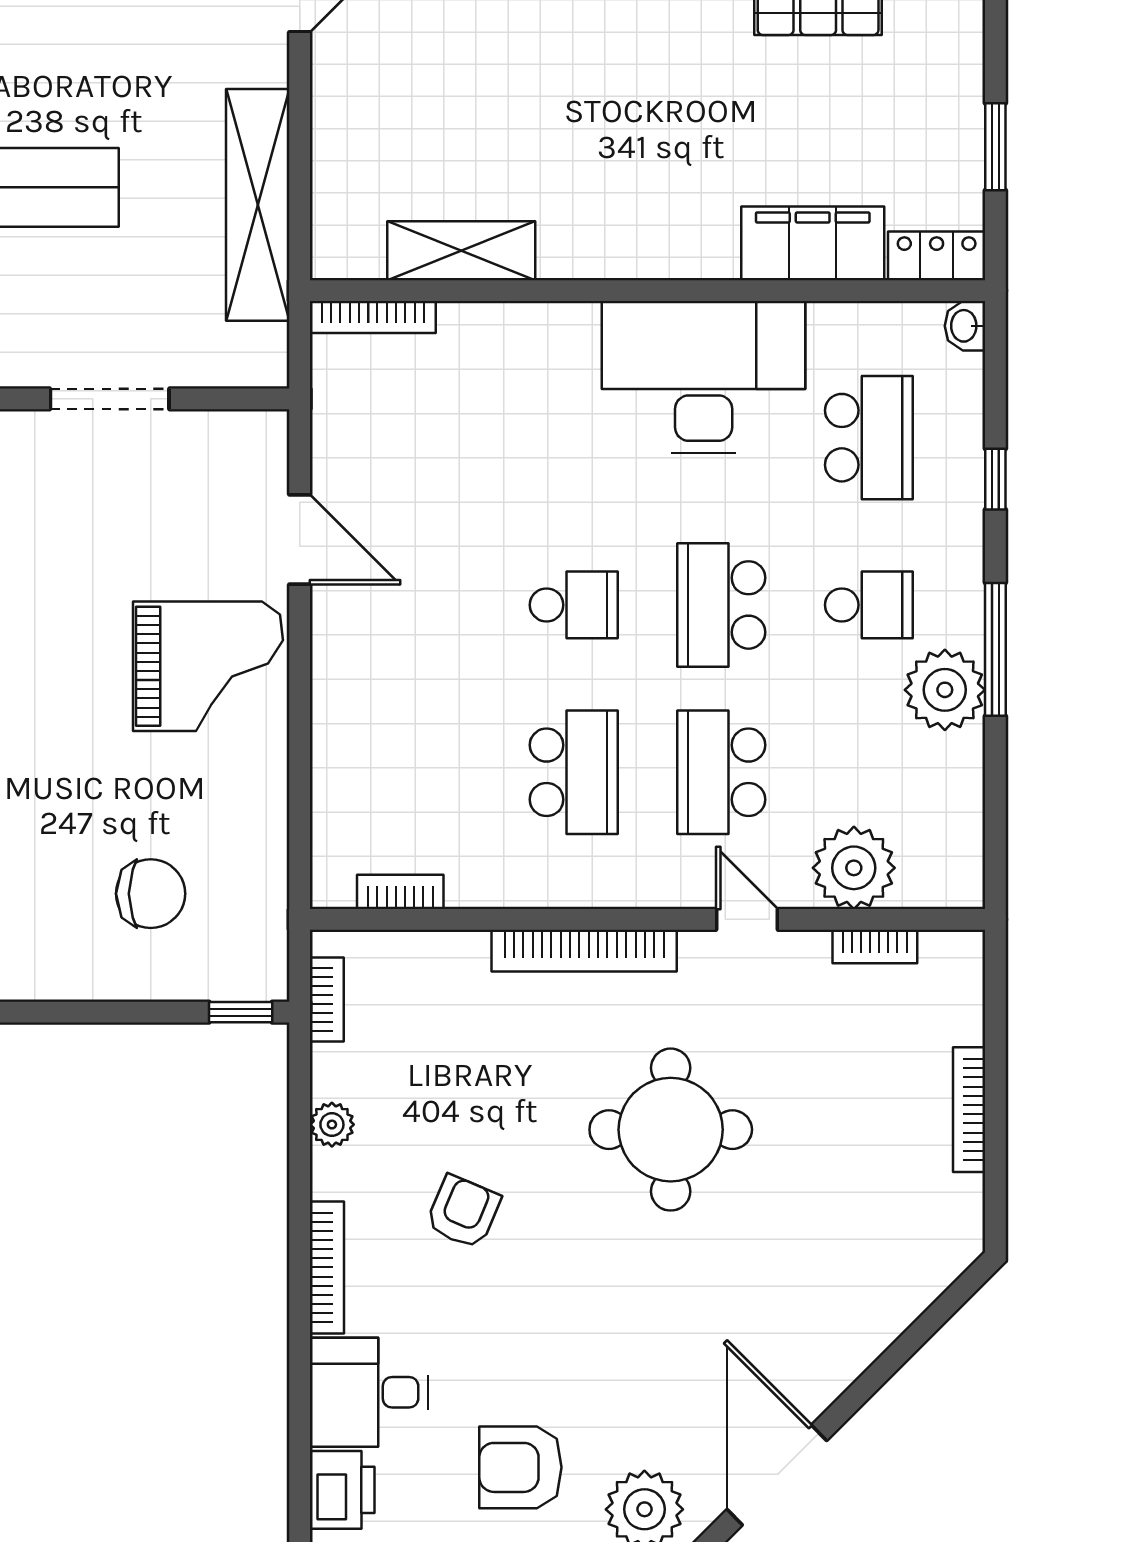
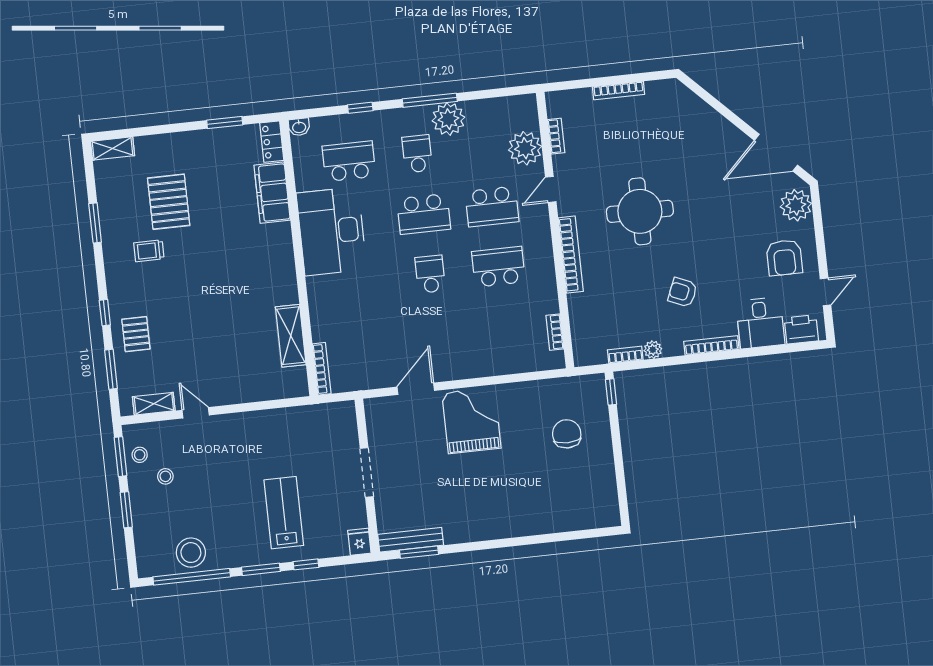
shelving: (258, 205) -> (281, 421), removed
bookcase: (327, 999) -> (625, 355), moved

